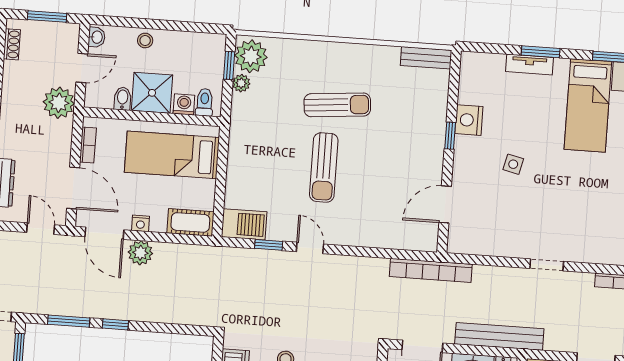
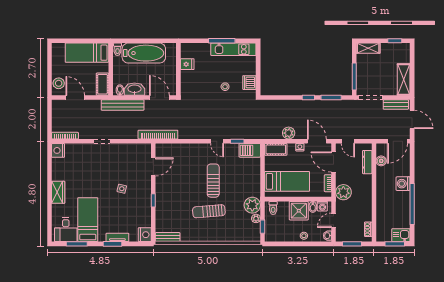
plant: (251, 56) -> (252, 205), moved
plant: (59, 103) -> (343, 192), moved
washing machine: (184, 104) -> (322, 206), moved
nightstand: (469, 120) -> (145, 235), moved
plant: (140, 253) -> (289, 133), moved

